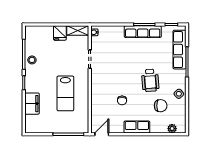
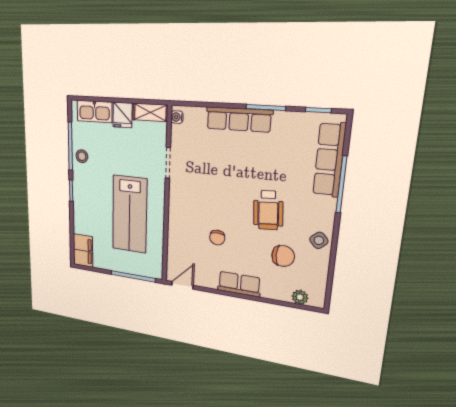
kitchen sink: (41, 32) -> (94, 111), added
row of seats: (143, 32) -> (239, 119), moved
lab bench: (65, 93) -> (130, 214), width x1.36, depth x1.39
filing cabinet: (32, 104) -> (83, 251), moved

